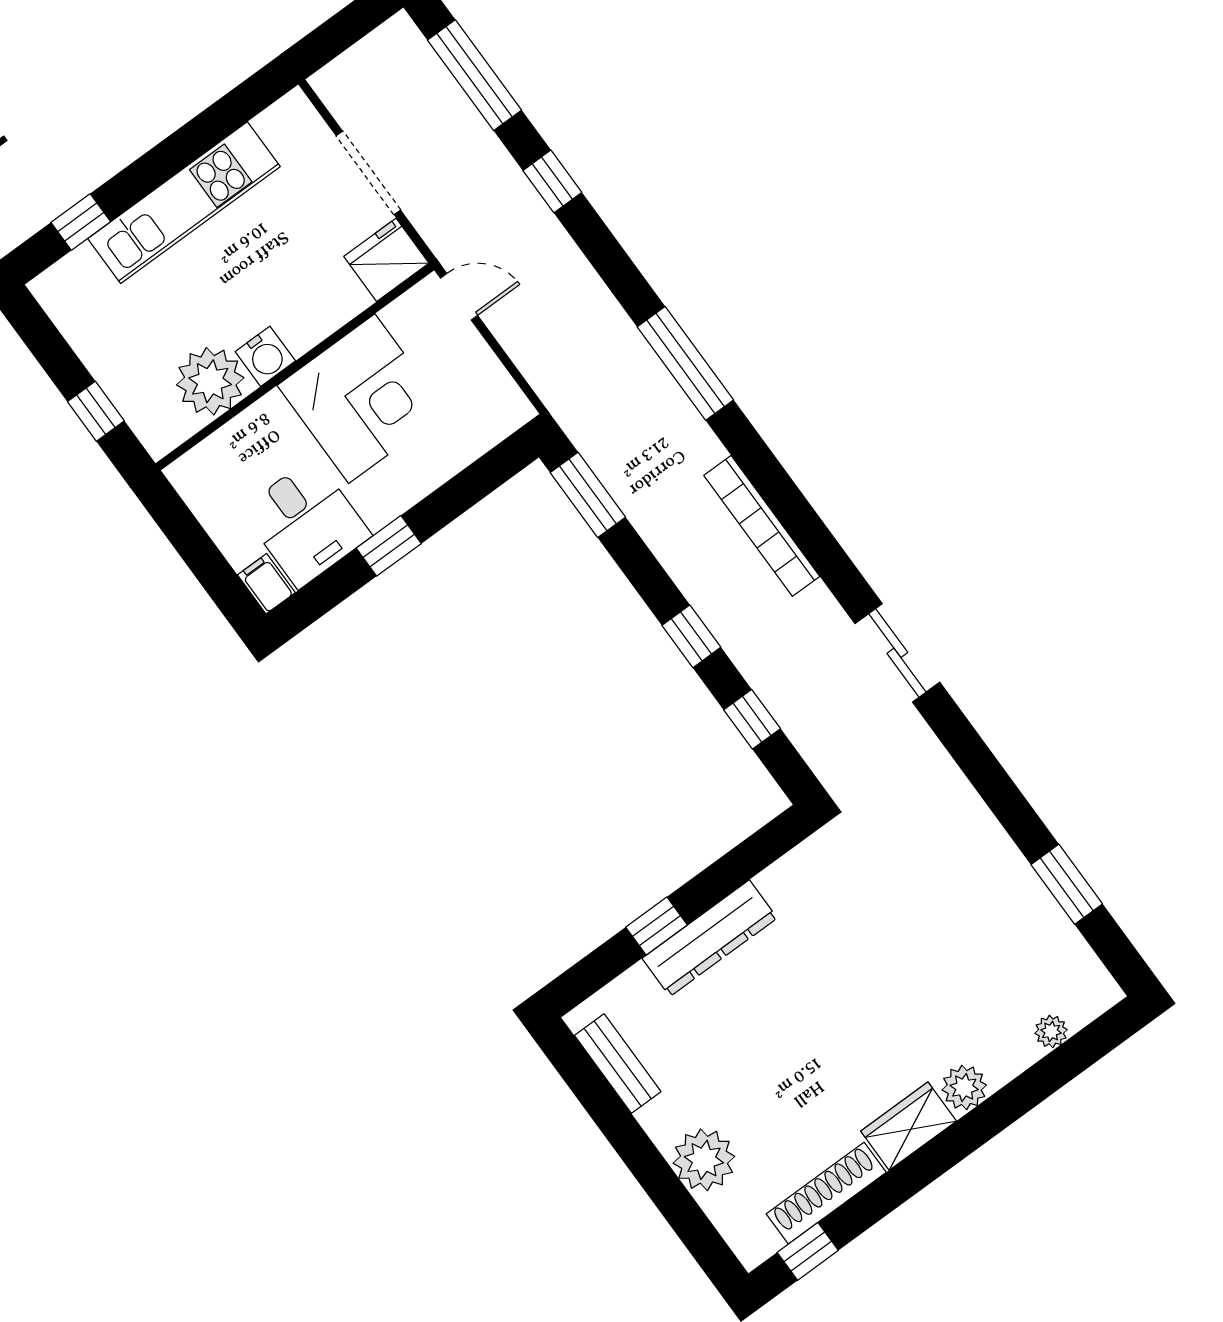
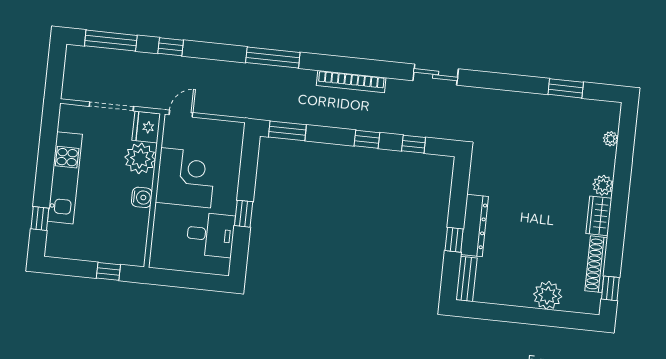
plant: (210, 381) -> (140, 158), moved
filing cabinet: (266, 584) -> (219, 267), removed
bench: (618, 1064) -> (466, 279), moved, turned 90

